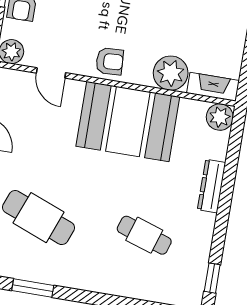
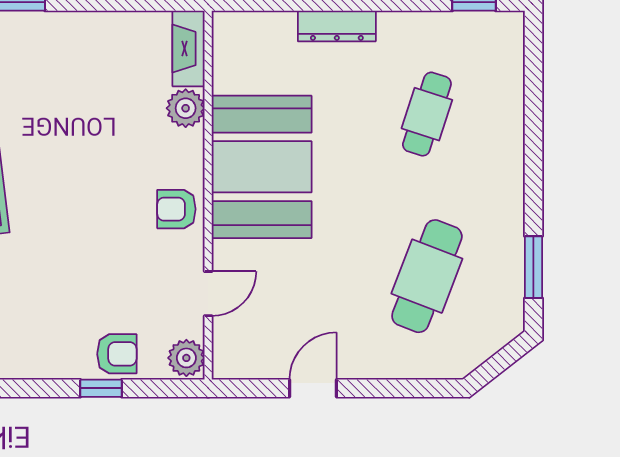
armchair: (110, 61) -> (176, 209), turned -87
plant: (171, 73) -> (186, 108), width x0.73, depth x0.73
plant: (220, 117) -> (232, 31), removed

